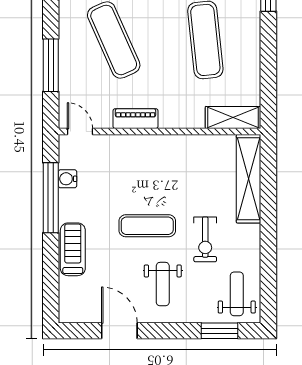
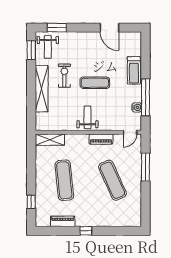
door: (80, 131) -> (130, 132), hinge flipped
shelving: (249, 179) -> (42, 89), moved
weight bench: (163, 284) -> (88, 117), moved
window: (268, 288) -> (31, 50), added

